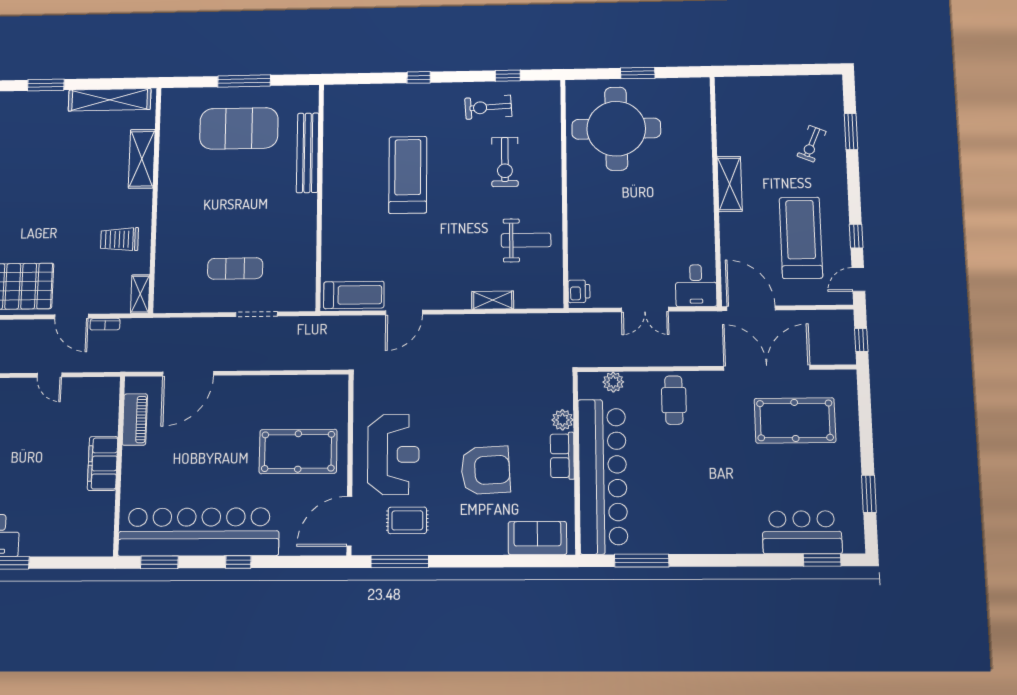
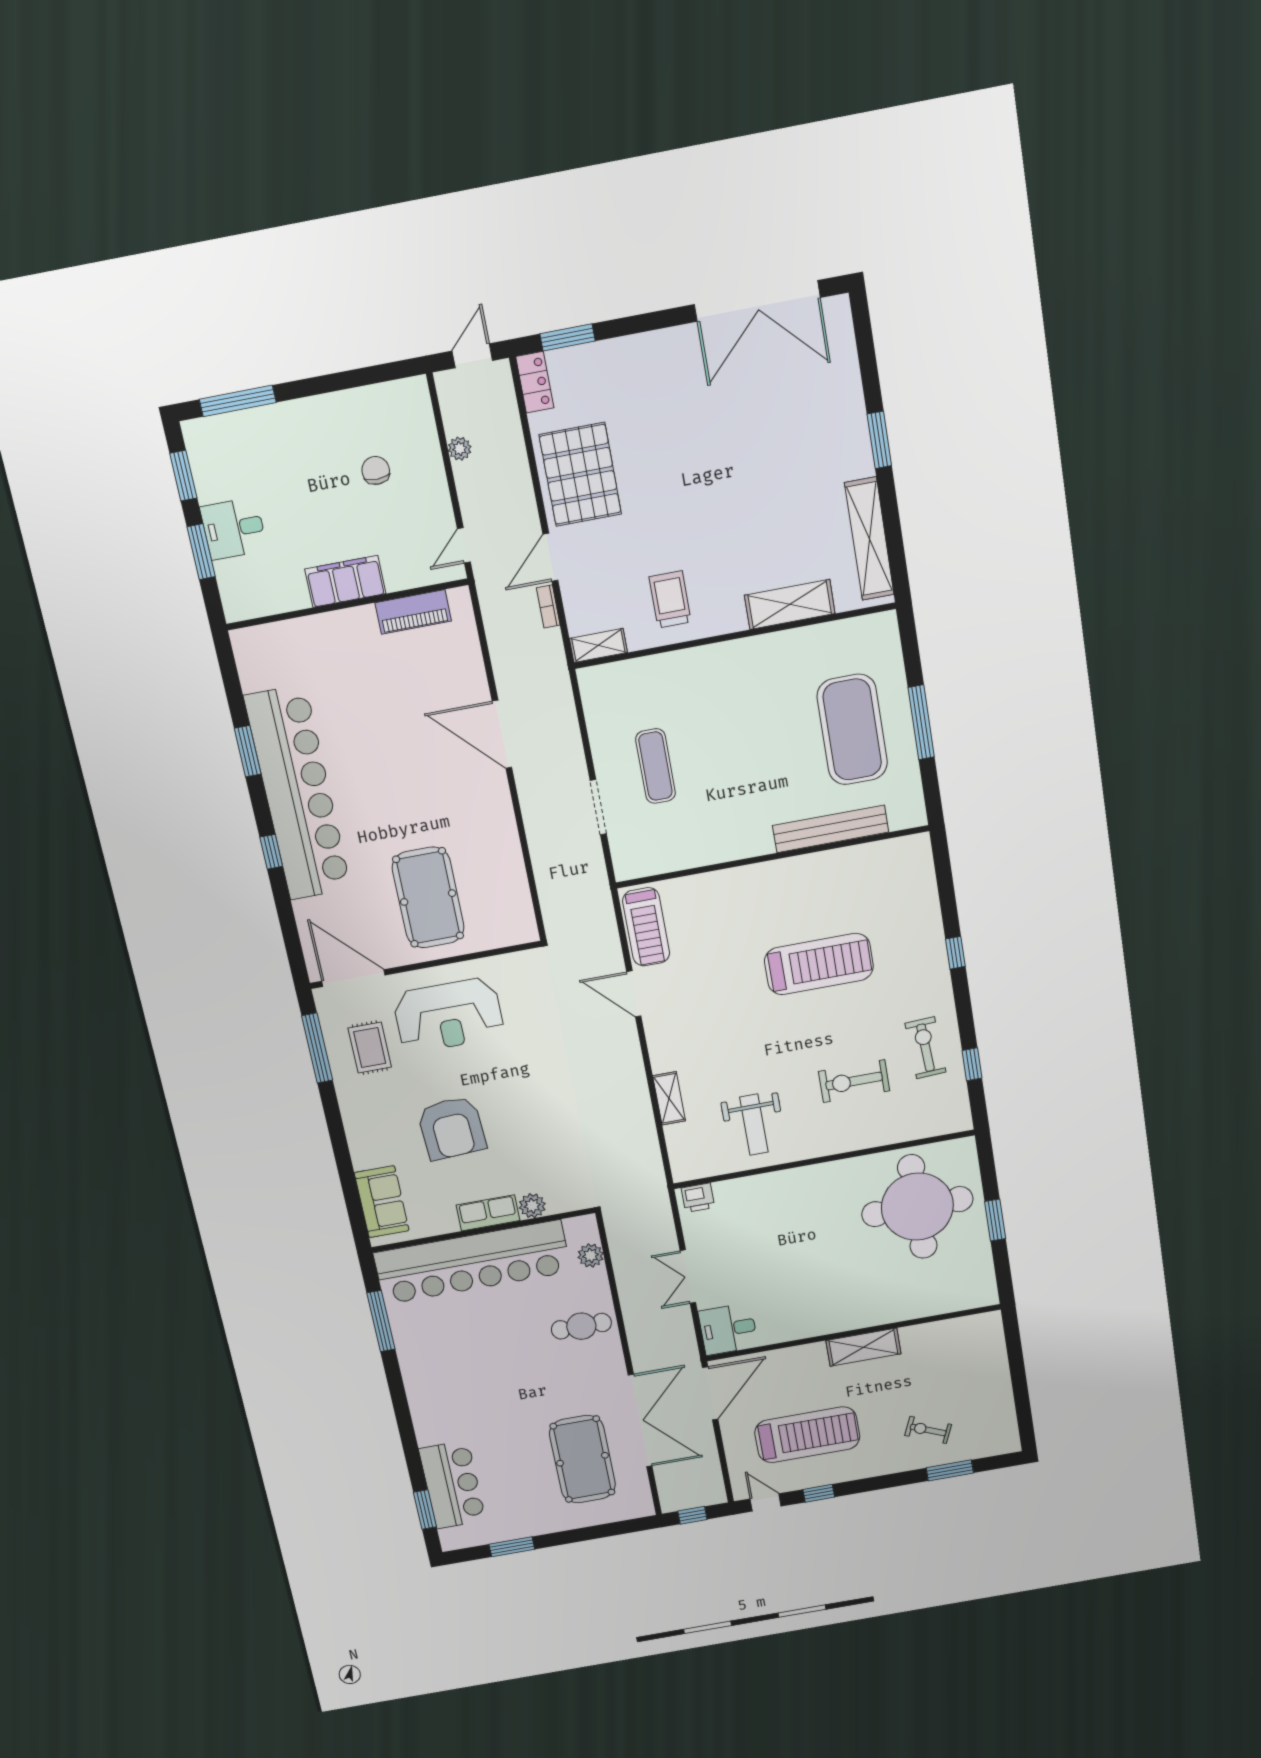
piano: (135, 420) -> (413, 612), moved
filing cabinet: (103, 463) -> (345, 581), moved
wall: (119, 466) -> (347, 604), moved

